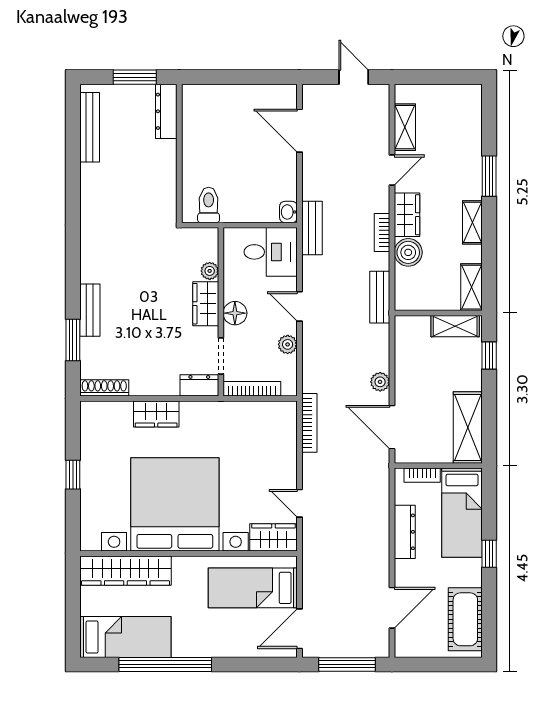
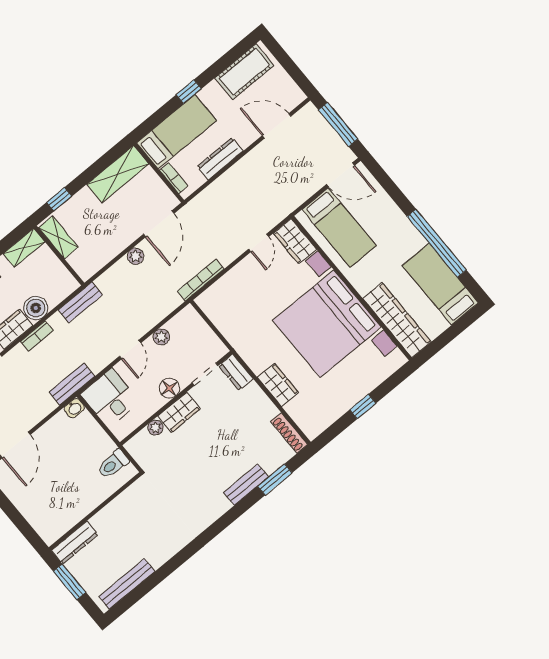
bookcase: (252, 389) -> (210, 336), removed

